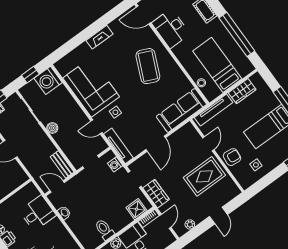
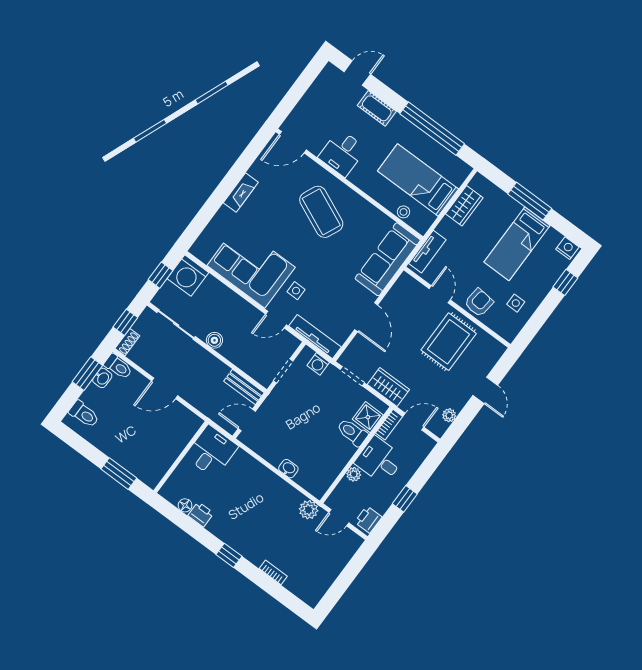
desk: (171, 28) -> (342, 153), width x0.73
tv unit: (213, 110) -> (427, 252), width x0.71
desk: (38, 213) -> (211, 451), moved
washbasin: (64, 213) -> (288, 469), moved
door: (165, 221) -> (413, 422), hinge flipped
toilet: (104, 230) -> (352, 432), moved

